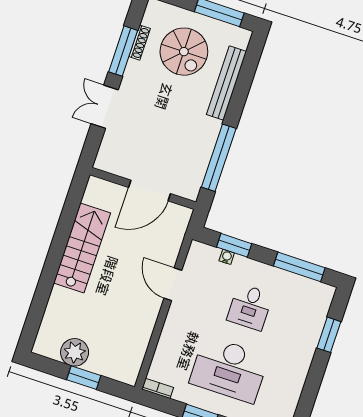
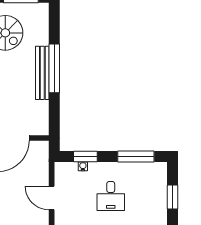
bench: (226, 83) -> (42, 73), moved
window: (219, 158) -> (54, 68), moved

